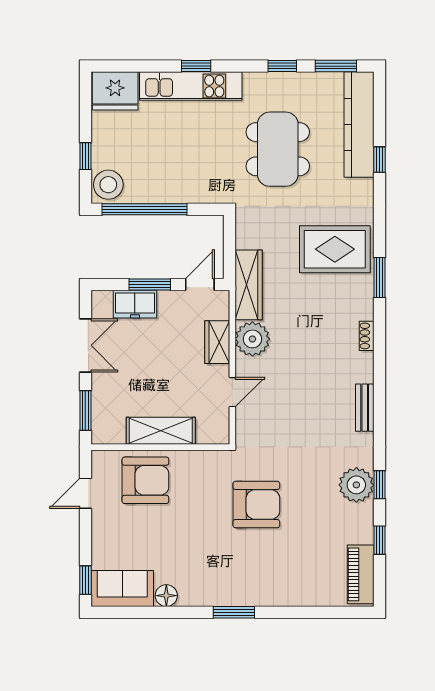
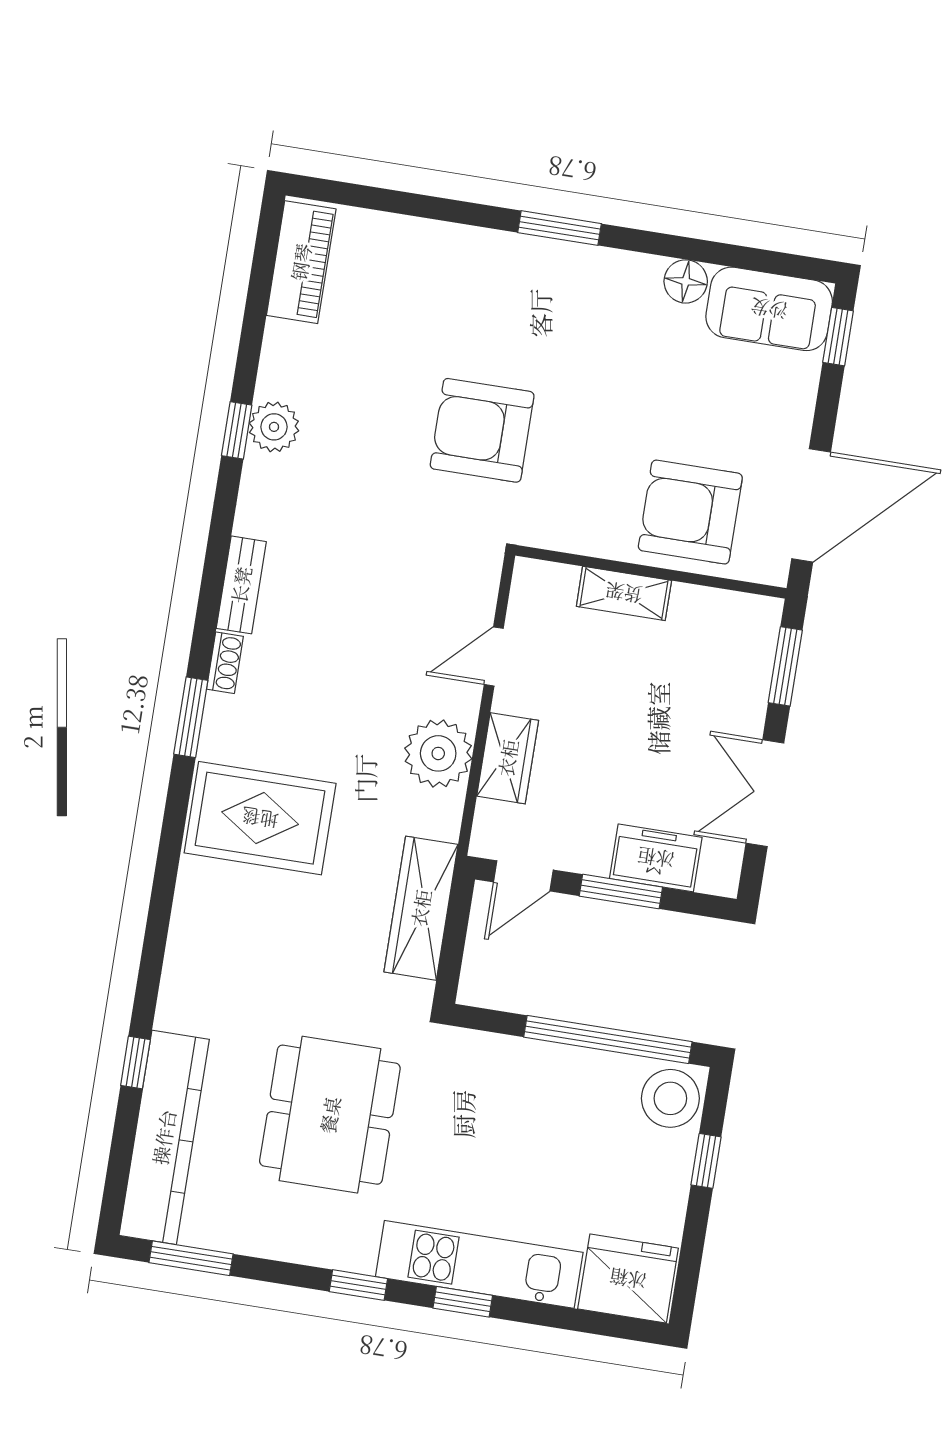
window: (282, 66) -> (358, 1285), moved
rug: (335, 249) -> (260, 818), moved
window: (379, 278) -> (191, 717), moved
wardrobe: (249, 285) -> (421, 908), moved
shoe rack: (367, 336) -> (225, 663), moved
shelving: (161, 431) -> (624, 593), width x0.67, depth x0.75
plant: (356, 485) -> (274, 427), width x0.73, depth x0.73
door: (85, 493) -> (811, 505), width x1.87
window: (379, 540) -> (254, 323), removed

